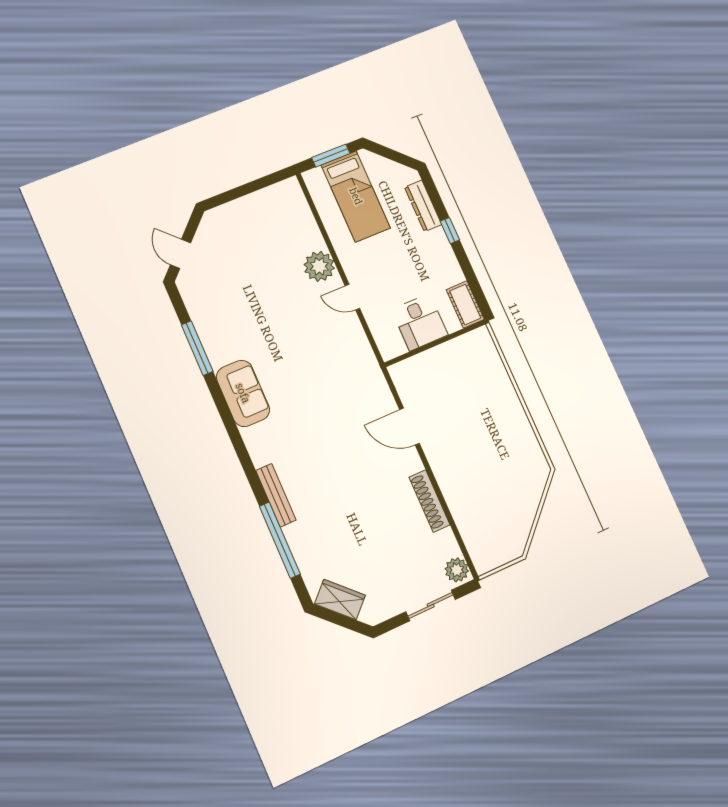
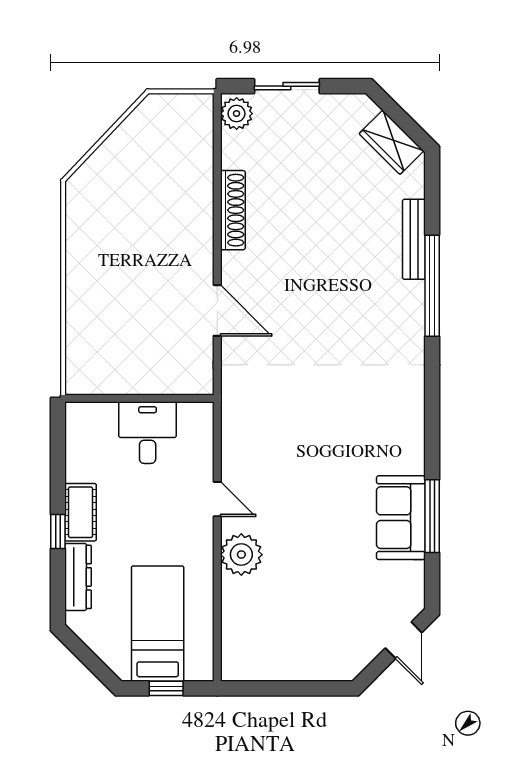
window: (331, 156) -> (166, 688), width x0.67
cot: (465, 305) -> (81, 512), moved
sofa: (243, 393) -> (401, 518), moved
bench: (276, 495) -> (414, 239), moved
window: (280, 540) -> (432, 286), moved

